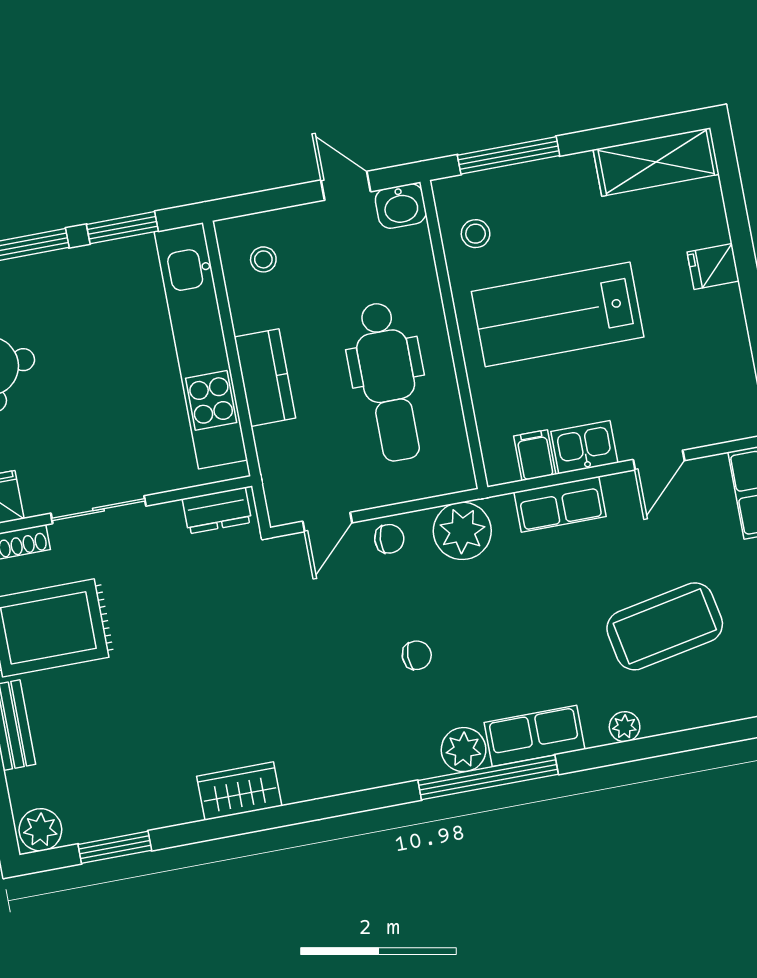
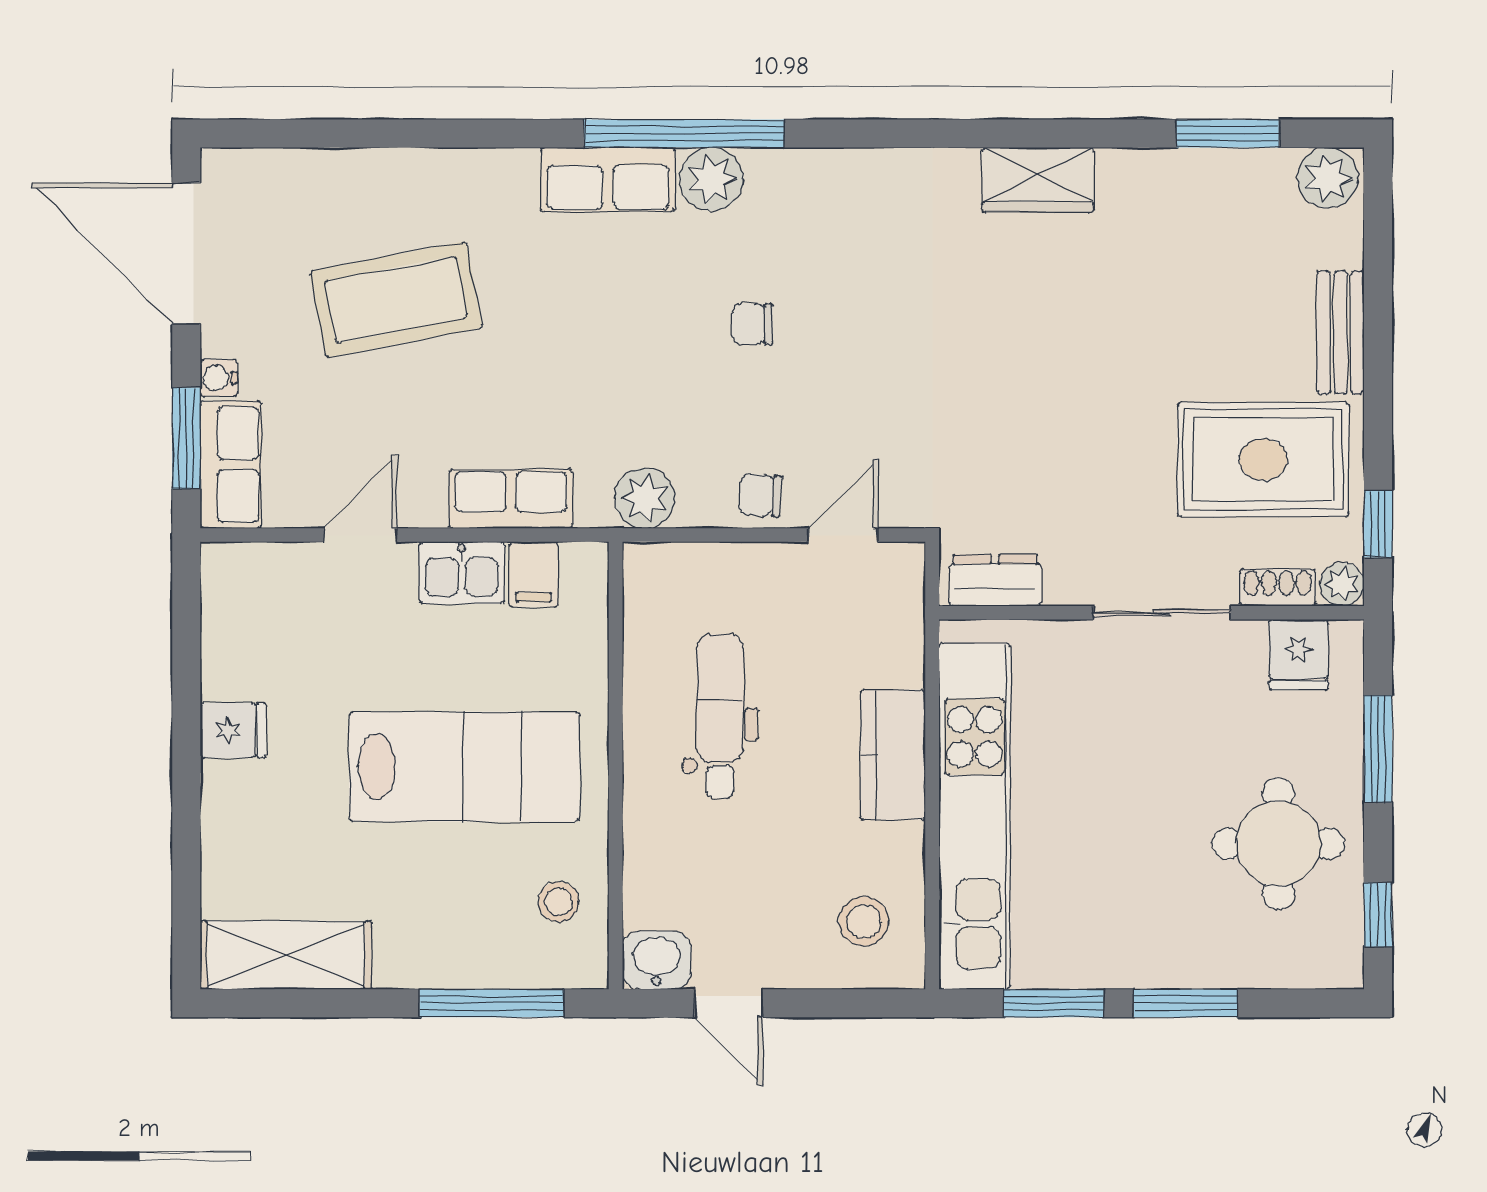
stool: (263, 259) -> (864, 921), width x1.37, depth x1.37
fridge: (713, 267) -> (233, 730), moved
dental chair: (389, 382) -> (720, 716), width x0.73, depth x0.72
plant: (462, 531) -> (645, 498), width x0.73, depth x0.73
plant: (625, 727) -> (479, 169), removed

